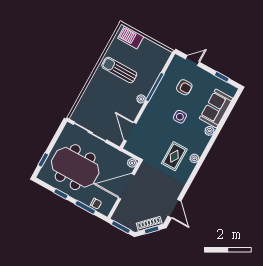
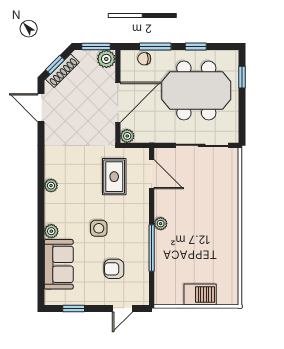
barbecue: (131, 37) -> (200, 294), moved
sun lounger: (119, 70) -> (209, 245), removed
rug: (174, 156) -> (114, 177), moved
plant: (119, 216) -> (106, 59), added

